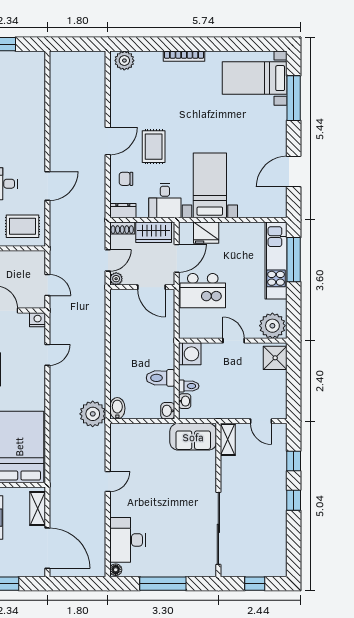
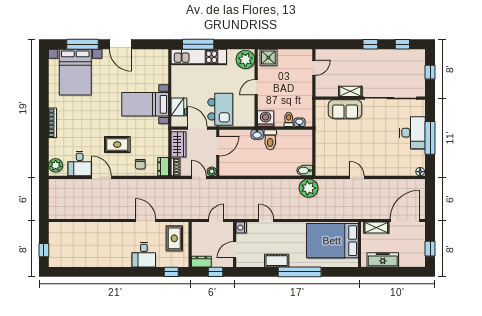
bed with nightstands: (255, 78) -> (75, 72), width x1.36
door: (108, 141) -> (102, 177), moved
door: (294, 172) -> (120, 44), moved
desk: (165, 201) -> (80, 163), moved, turned 90
toilet: (160, 378) -> (270, 140), moved
washbasin: (168, 411) -> (257, 134), moved
sofa: (193, 437) -> (345, 109), moved, turned 90
shelving: (228, 439) -> (350, 91), moved
window: (294, 461) -> (402, 44), moved
desk: (127, 540) -> (413, 133), moved, turned -90

